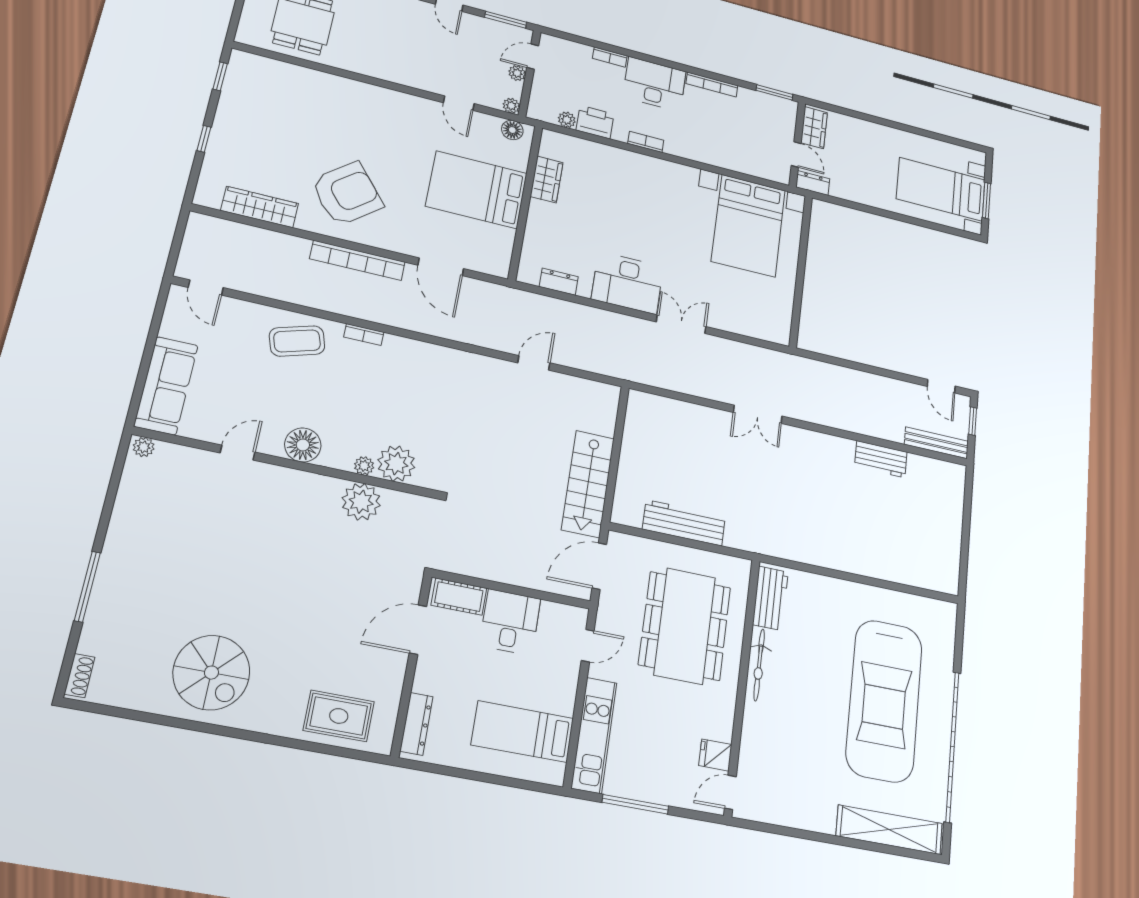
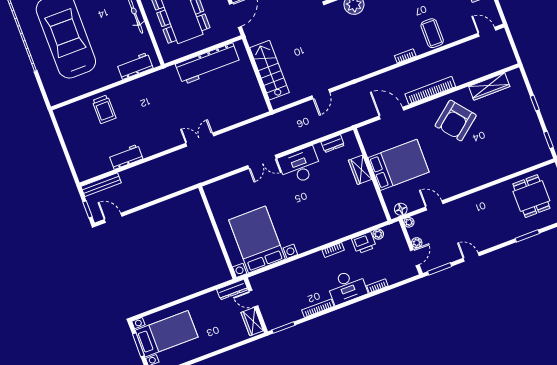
wardrobe: (547, 179) -> (360, 170), moved
dresser: (813, 183) -> (232, 290), width x1.44
coffee table: (297, 341) -> (432, 33), turned -73
stairs: (588, 484) -> (269, 70), moved
workbench: (684, 523) -> (208, 64), width x1.36, depth x1.32
trolley: (880, 549) -> (104, 109), added
workbench: (770, 598) -> (135, 66), moved, turned 90

